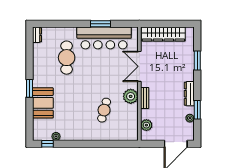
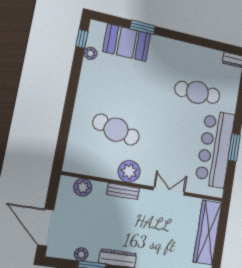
double door: (139, 66) -> (169, 191), width x0.73
window: (29, 88) -> (143, 27), moved
booth: (43, 103) -> (127, 43), moved
cafe table: (104, 110) -> (116, 130), width x1.37, depth x1.35

